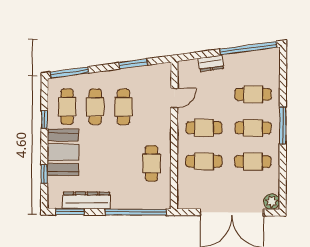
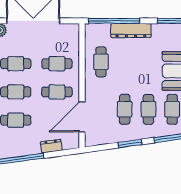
window: (133, 64) -> (130, 144), moved
door: (174, 98) -> (82, 117), width x1.88
dresser: (86, 200) -> (131, 31), moved

